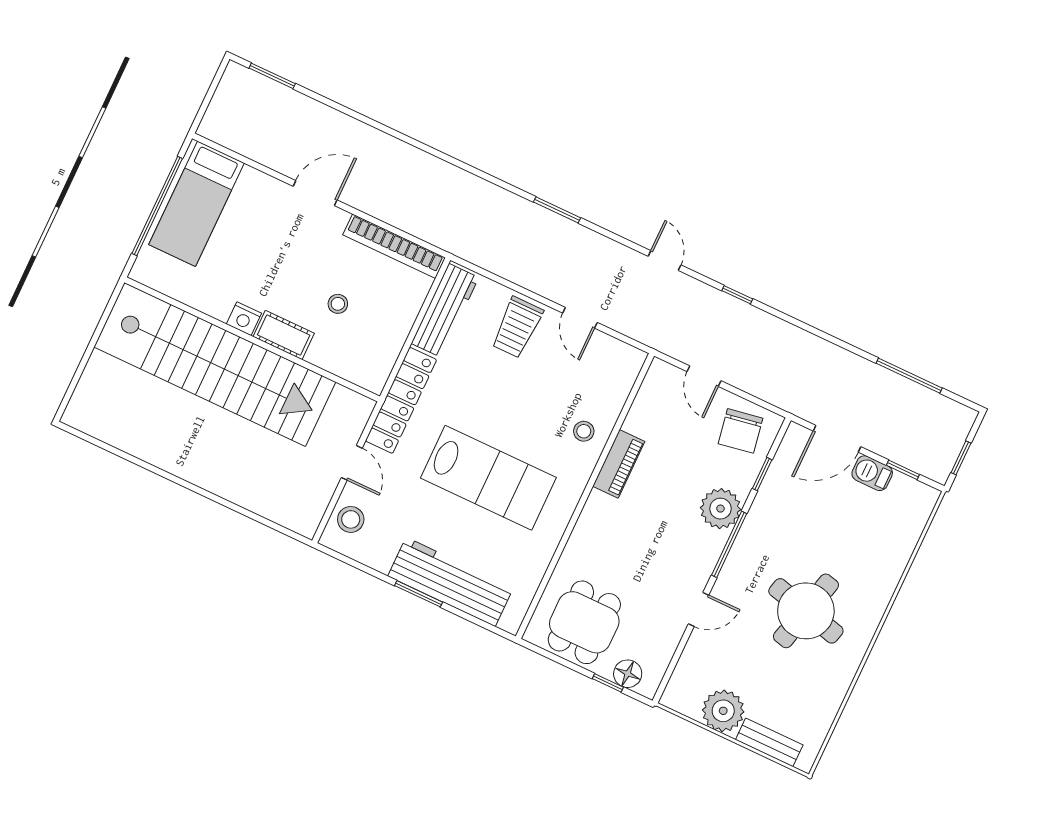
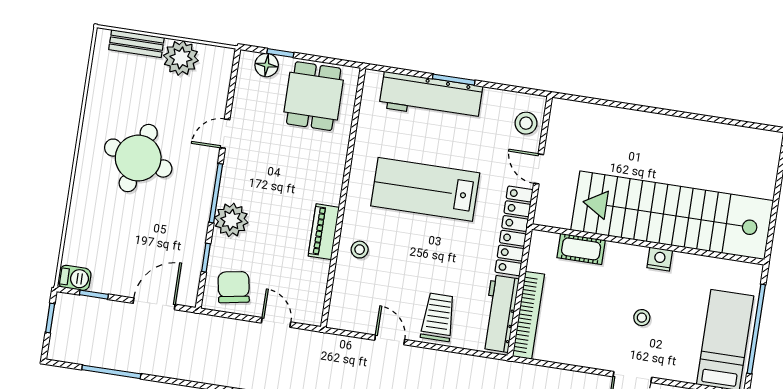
bookcase: (394, 246) -> (528, 315), moved, turned 90
stool: (338, 304) -> (642, 318), moved
cot: (284, 335) -> (581, 249), moved
barbecue: (872, 473) -> (74, 278), moved

